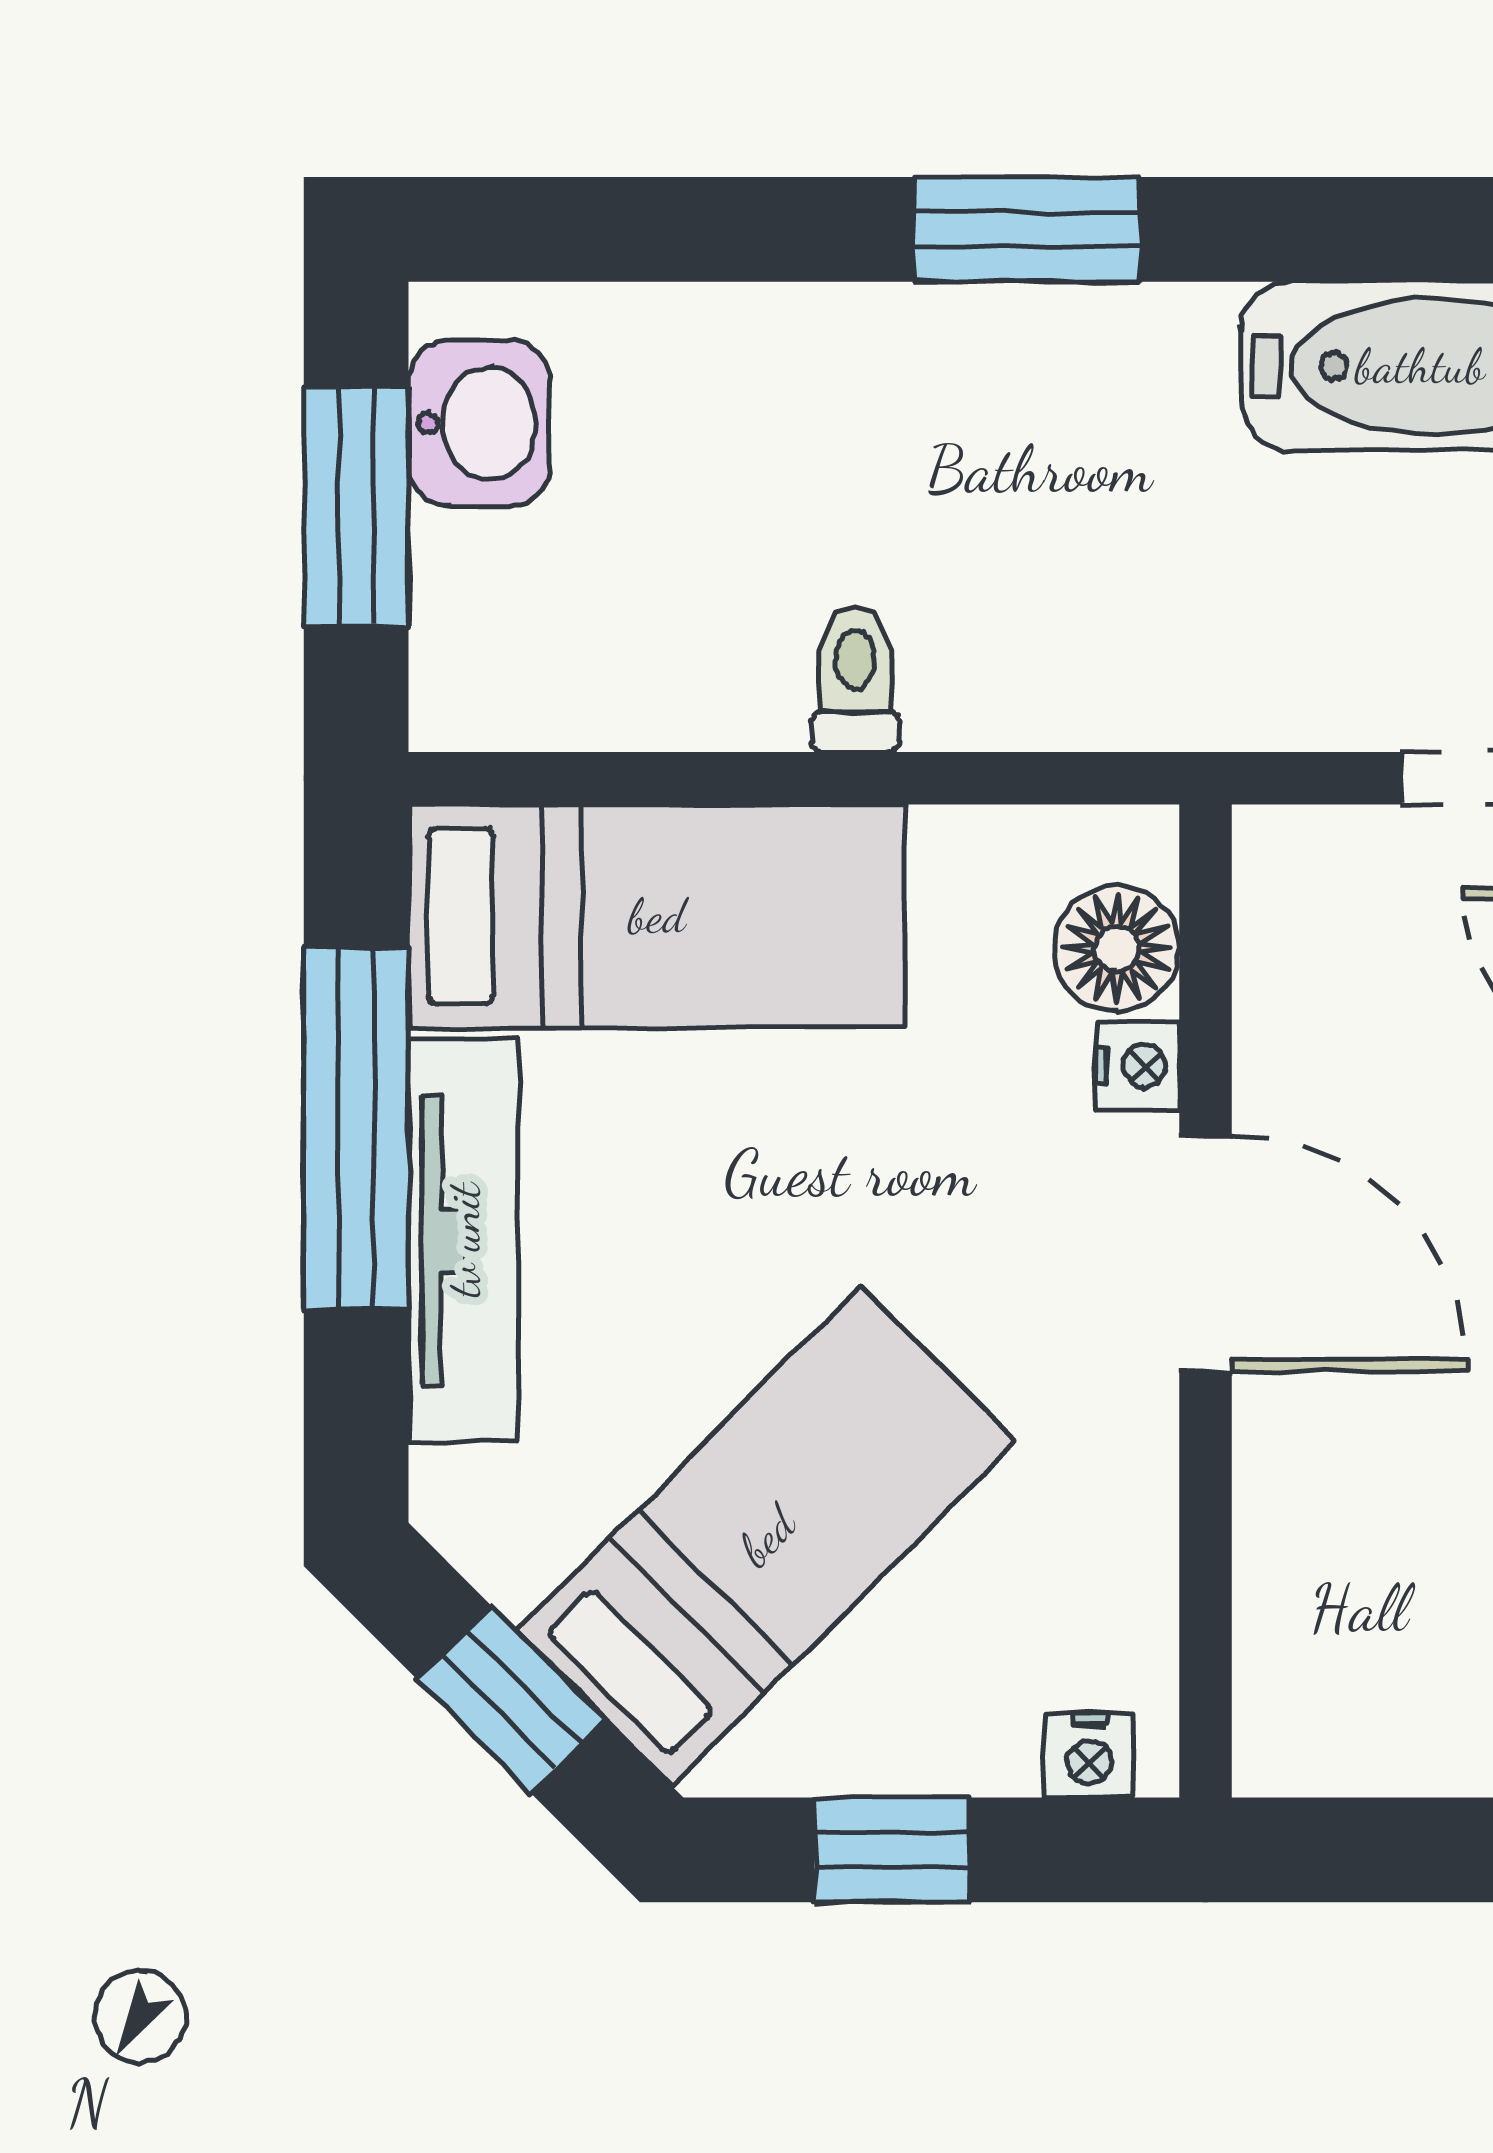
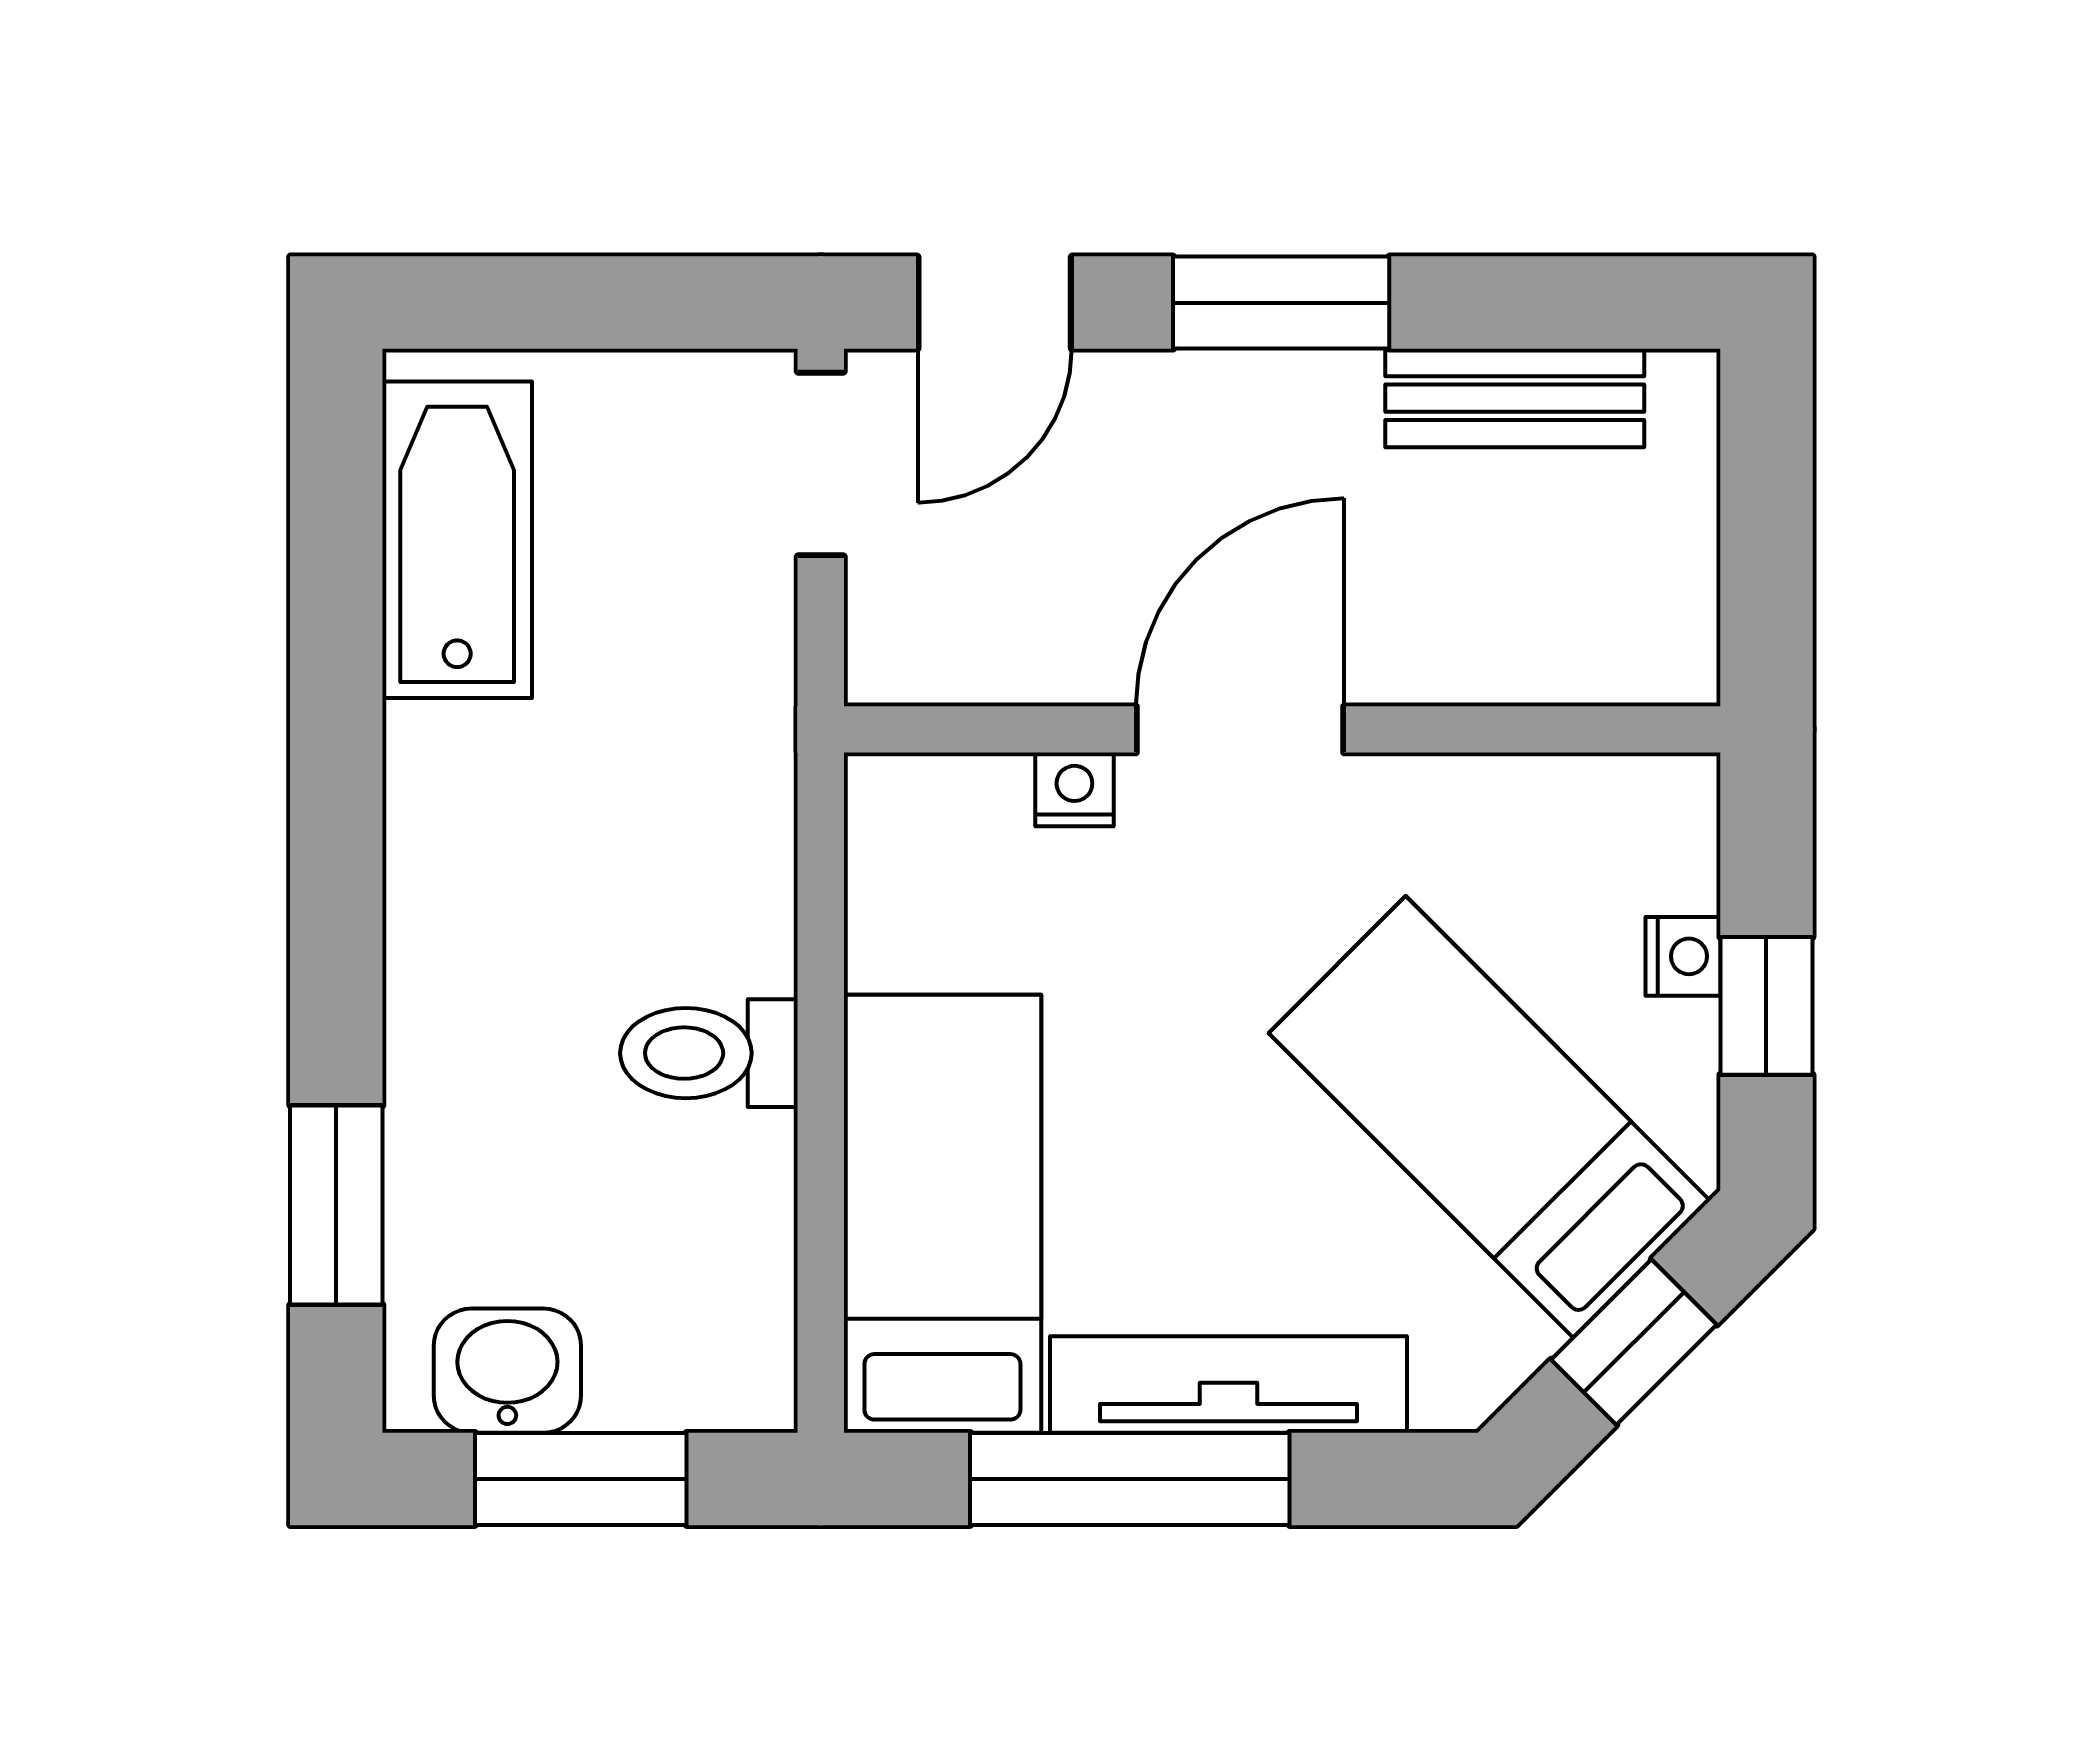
window: (1027, 229) -> (336, 1205), moved
toilet: (855, 680) -> (709, 1053), width x1.37, depth x1.39
floor lamp: (1117, 948) -> (971, 808), removed
nightstand: (1089, 1755) -> (1683, 956), moved

